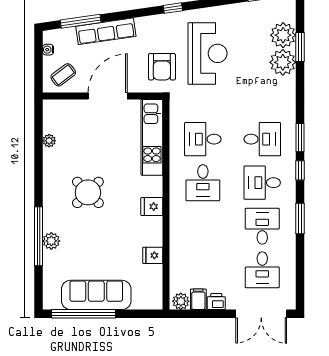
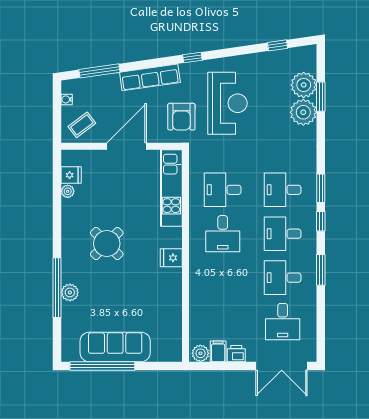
row of seats: (106, 31) -> (150, 77), moved
desk: (262, 139) -> (283, 190), turned 180
desk: (262, 226) -> (283, 278), turned -90
fridge: (153, 255) -> (71, 175), moved, turned 180

